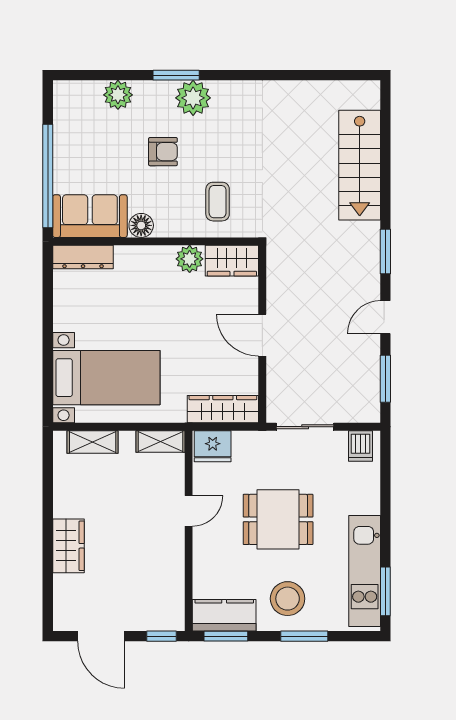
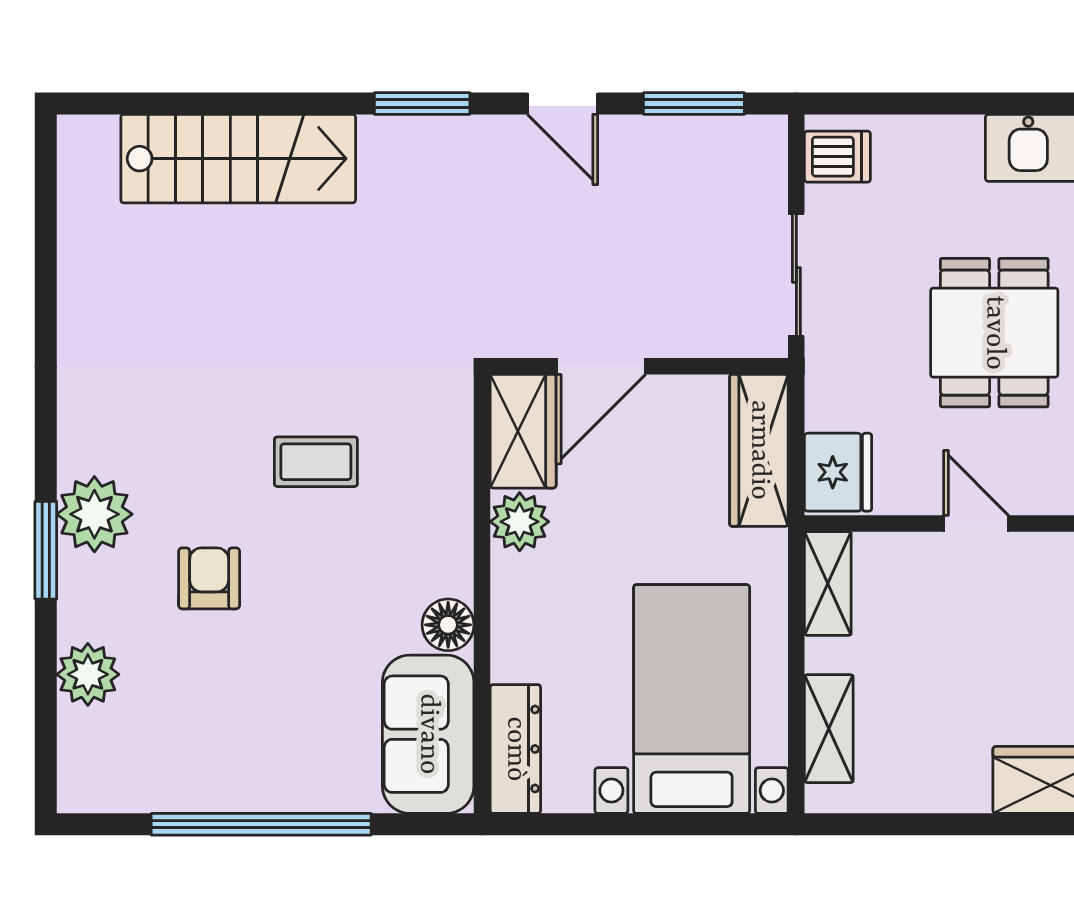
sofa: (90, 216) -> (428, 734), moved
floor lamp: (141, 225) -> (448, 625), moved
wall: (156, 241) -> (482, 594), moved
dresser: (83, 257) -> (515, 749), moved
plant: (190, 259) -> (520, 522), moved
wardrobe: (232, 261) -> (523, 431), moved

